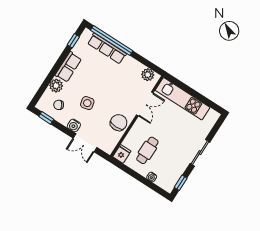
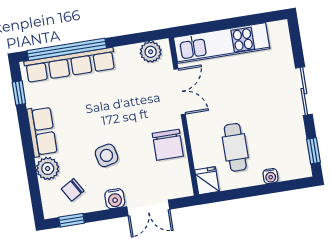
row of seats: (107, 48) -> (70, 65), width x1.36
chair: (119, 123) -> (168, 145), turned 180

